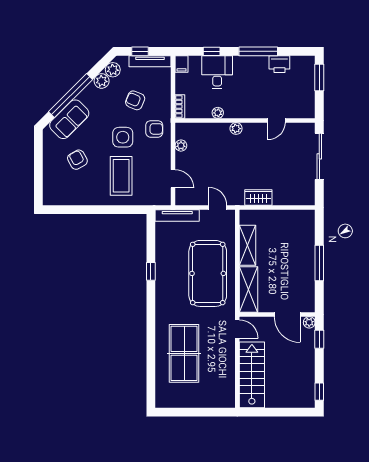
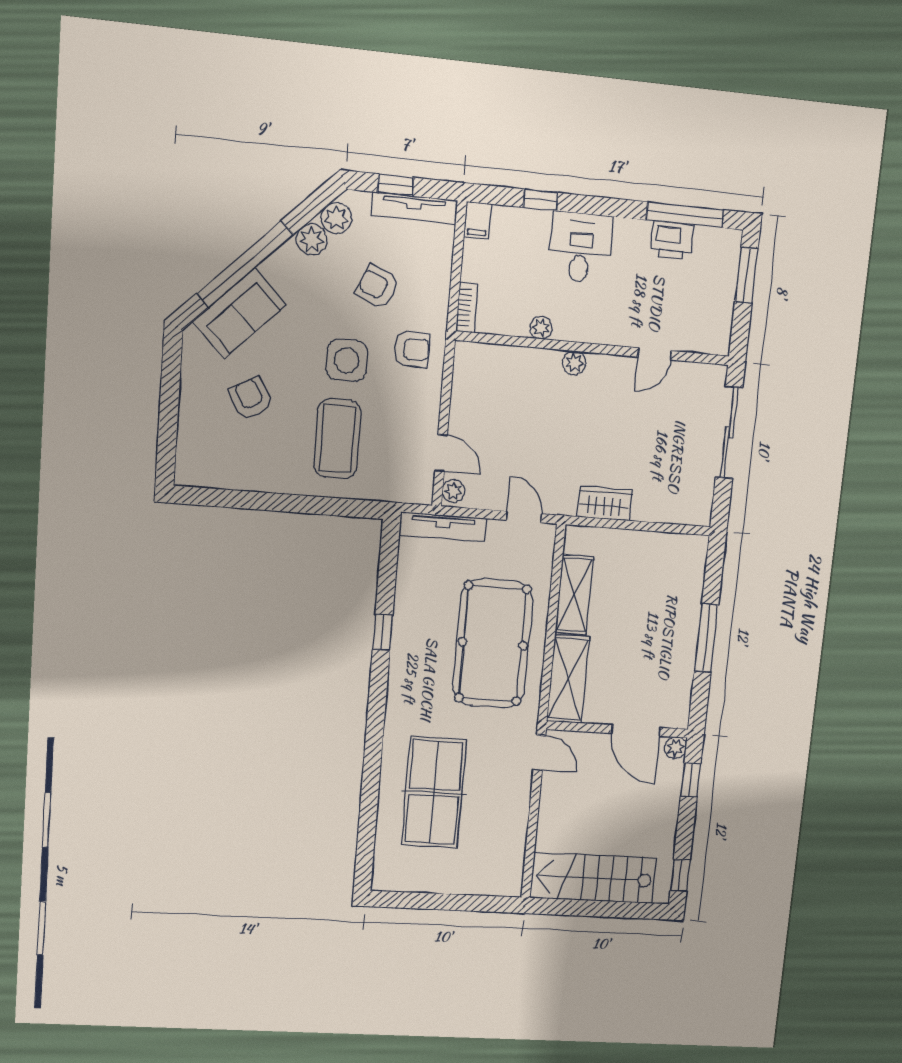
window: (258, 51) -> (685, 215), moved
desk: (217, 72) -> (580, 248), moved
plant: (181, 146) -> (453, 491), moved
stairs: (252, 375) -> (593, 878), moved, turned -90

